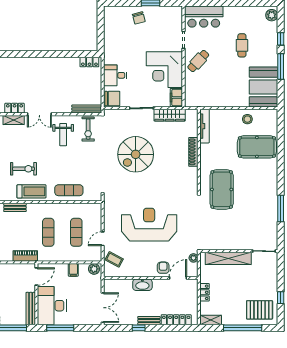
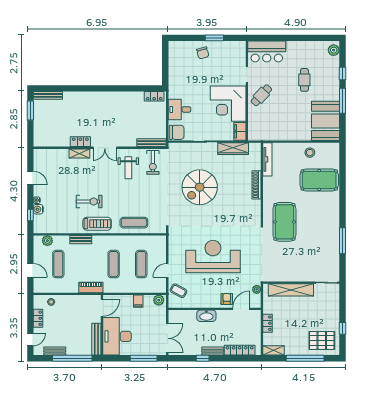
window: (60, 328) -> (144, 358), moved

